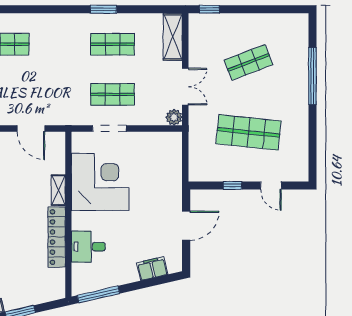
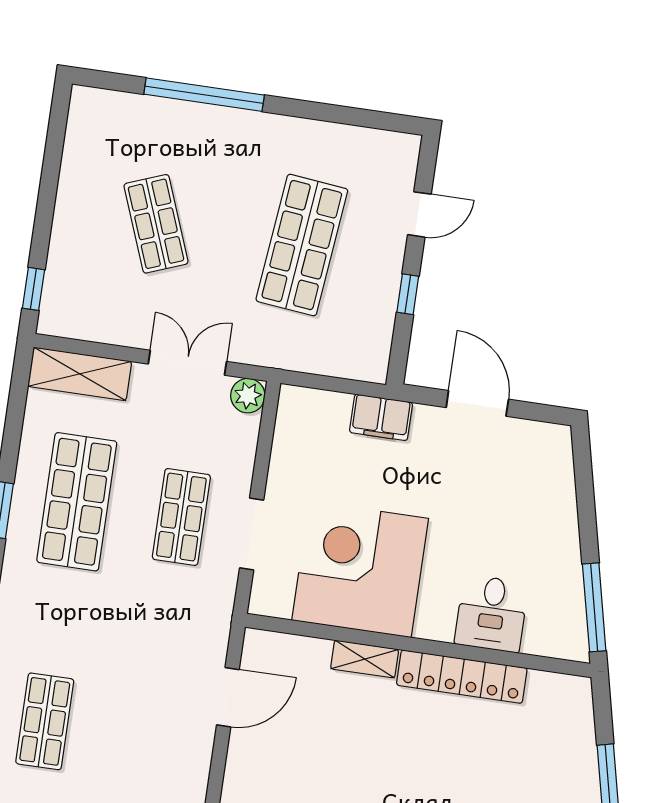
shop shelf: (112, 44) -> (77, 502), width x1.43, depth x1.36
filing cabinet: (152, 269) -> (381, 417), moved, turned -77

